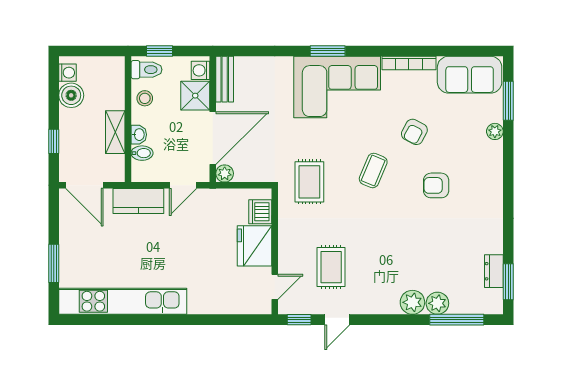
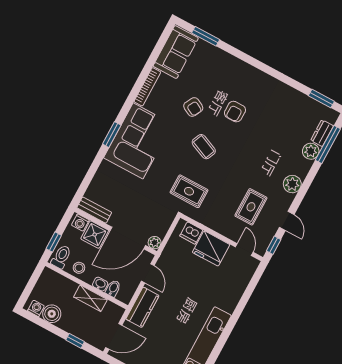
plant: (495, 131) -> (221, 55), removed
door: (213, 138) -> (128, 238), swing flipped
rug: (331, 267) -> (251, 207), turned 90
dresser: (494, 271) -> (322, 133), moved, turned 90
plant: (412, 302) -> (292, 184), moved

